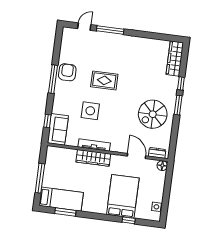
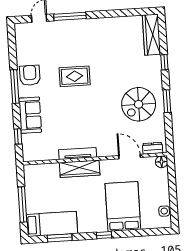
window: (178, 105) -> (167, 101), moved
side table: (90, 111) -> (65, 115), removed
sofa: (58, 129) -> (30, 115), moved
window: (129, 220) -> (104, 235), moved

